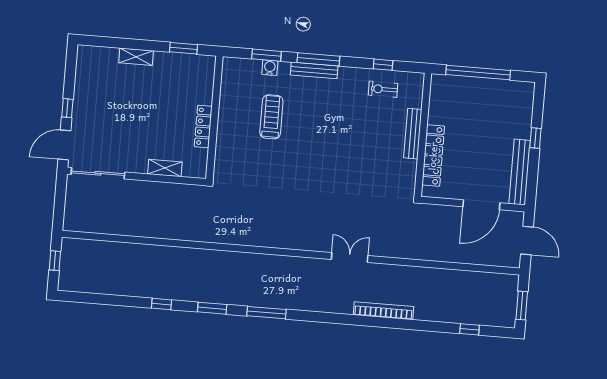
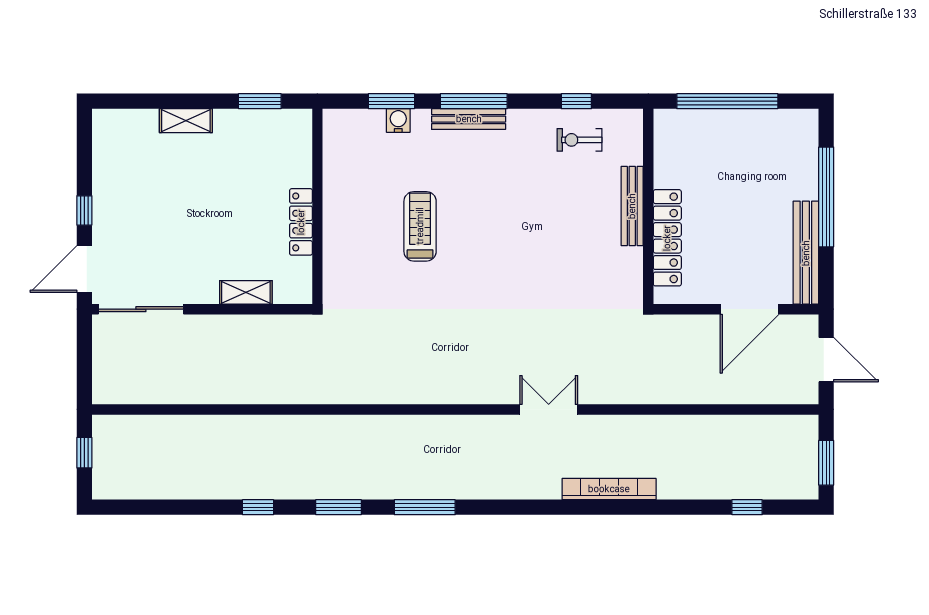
treadmill: (271, 117) -> (420, 226), moved
window: (535, 138) -> (826, 197), width x3.17

